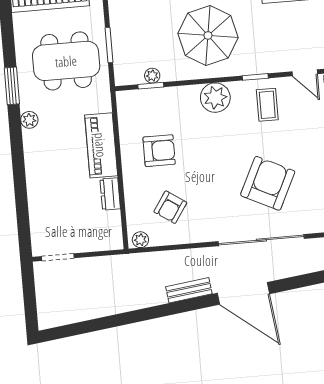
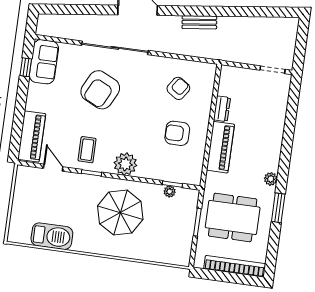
plant: (140, 240) -> (207, 69), removed
bench: (189, 290) -> (199, 22), moved

